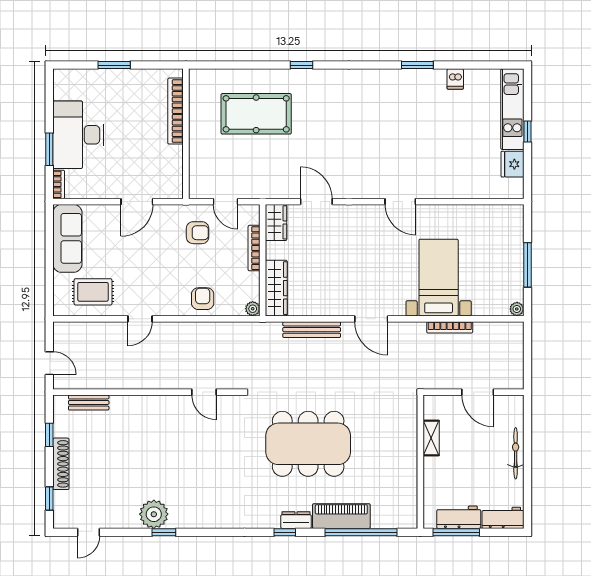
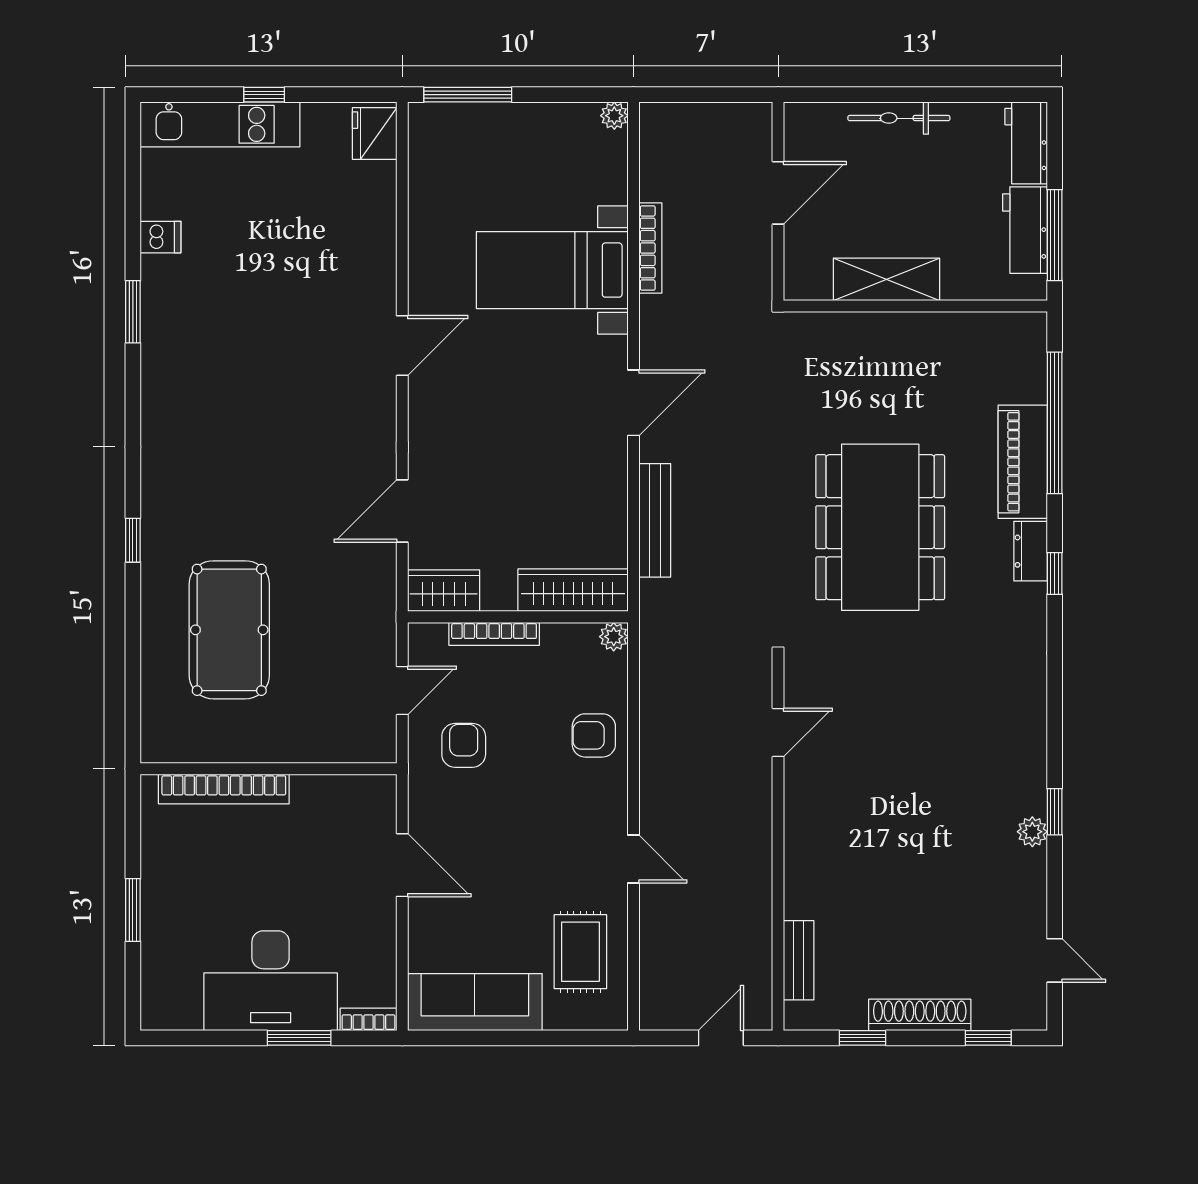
fridge: (512, 164) -> (375, 134), moved, turned 90
window: (527, 265) -> (468, 95), moved
shelving: (431, 438) -> (886, 279), width x1.50, depth x1.33
plant: (154, 514) -> (1032, 832), width x0.53, depth x0.53

